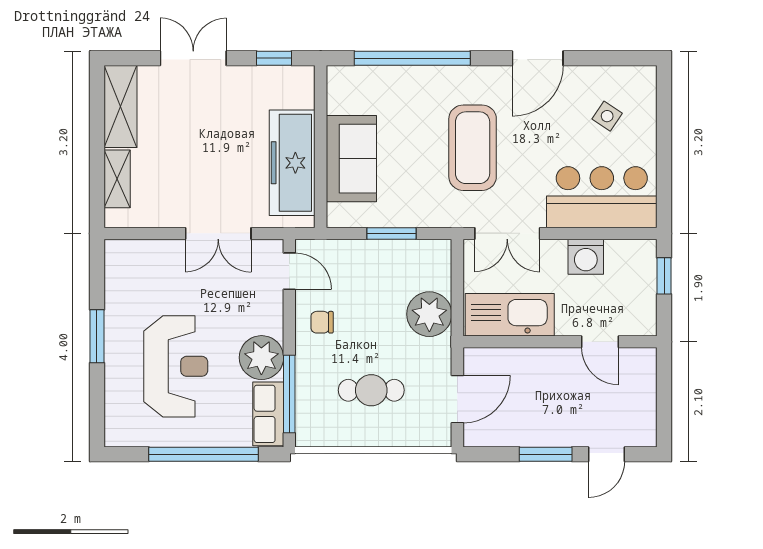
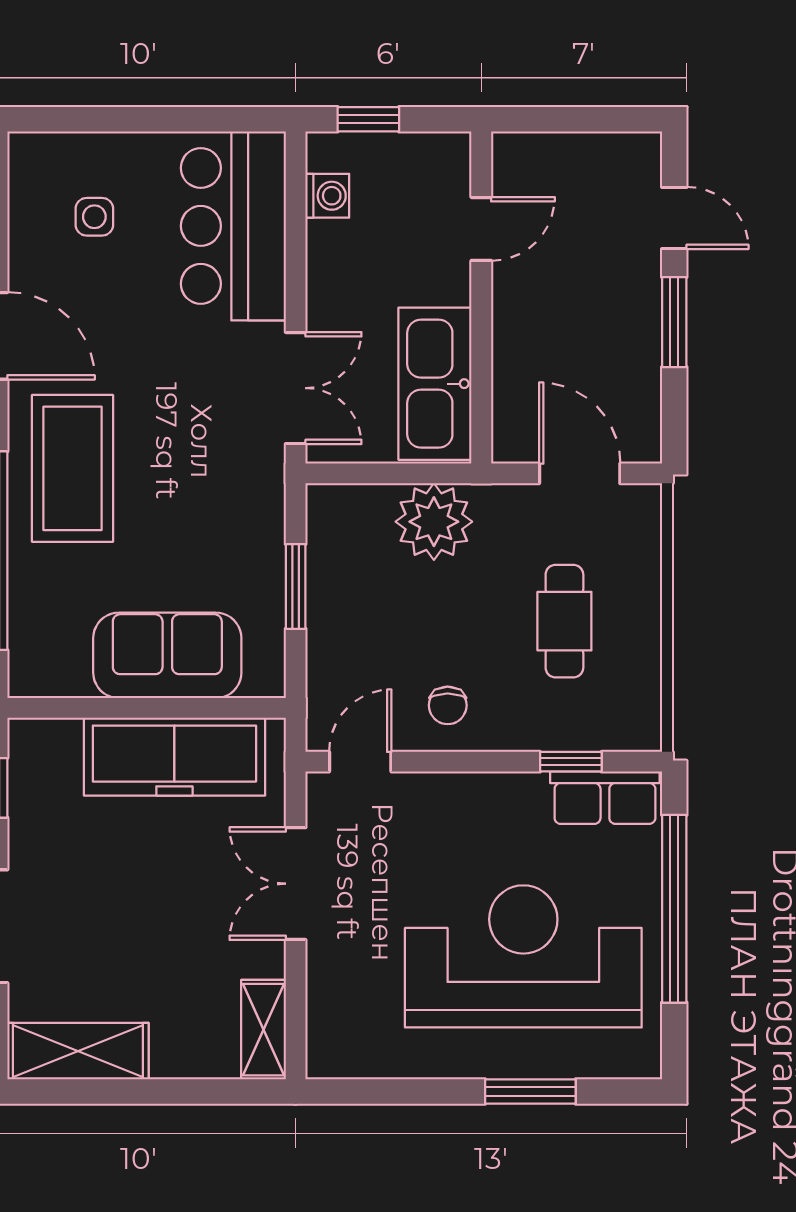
side table: (607, 116) -> (94, 217), turned -34
coffee table: (473, 148) -> (72, 468), moved, turned 90
shelving: (117, 179) -> (263, 1030), moved, turned 90
double door: (218, 233) -> (296, 884), swing flipped
washing machine: (586, 257) -> (327, 196), moved, width x0.73, depth x0.73
window: (97, 336) -> (530, 1091), moved
plant: (261, 358) -> (508, 809), removed
reception desk: (176, 366) -> (523, 956), width x1.36, depth x1.30
window: (289, 394) -> (571, 762), width x0.46

